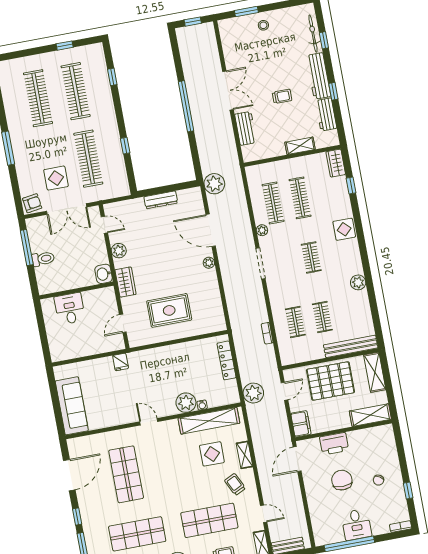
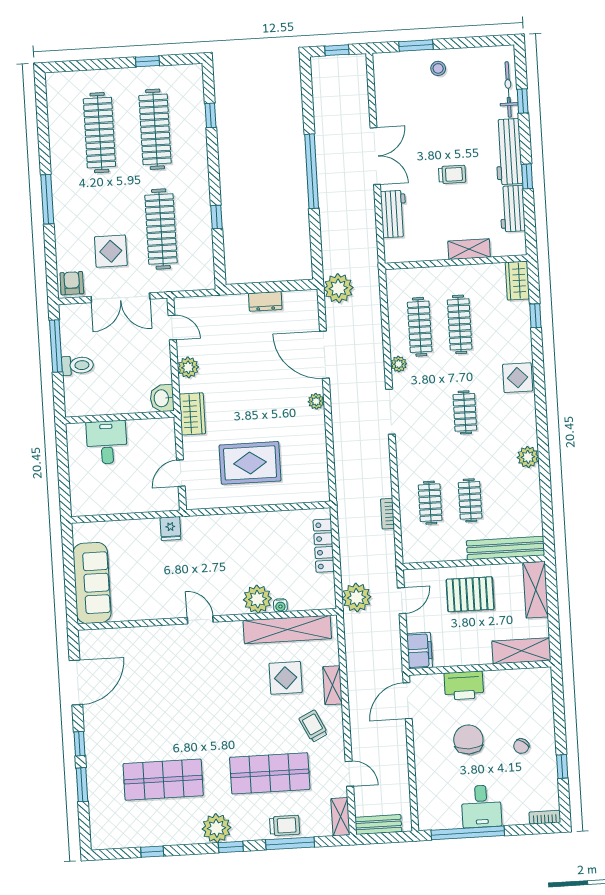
dresser: (161, 200) -> (265, 301), width x0.70
armchair: (32, 203) -> (72, 283), turned -82
pallet: (330, 381) -> (470, 594), width x0.73, depth x0.71
shop shelf: (126, 474) -> (158, 692), removed

